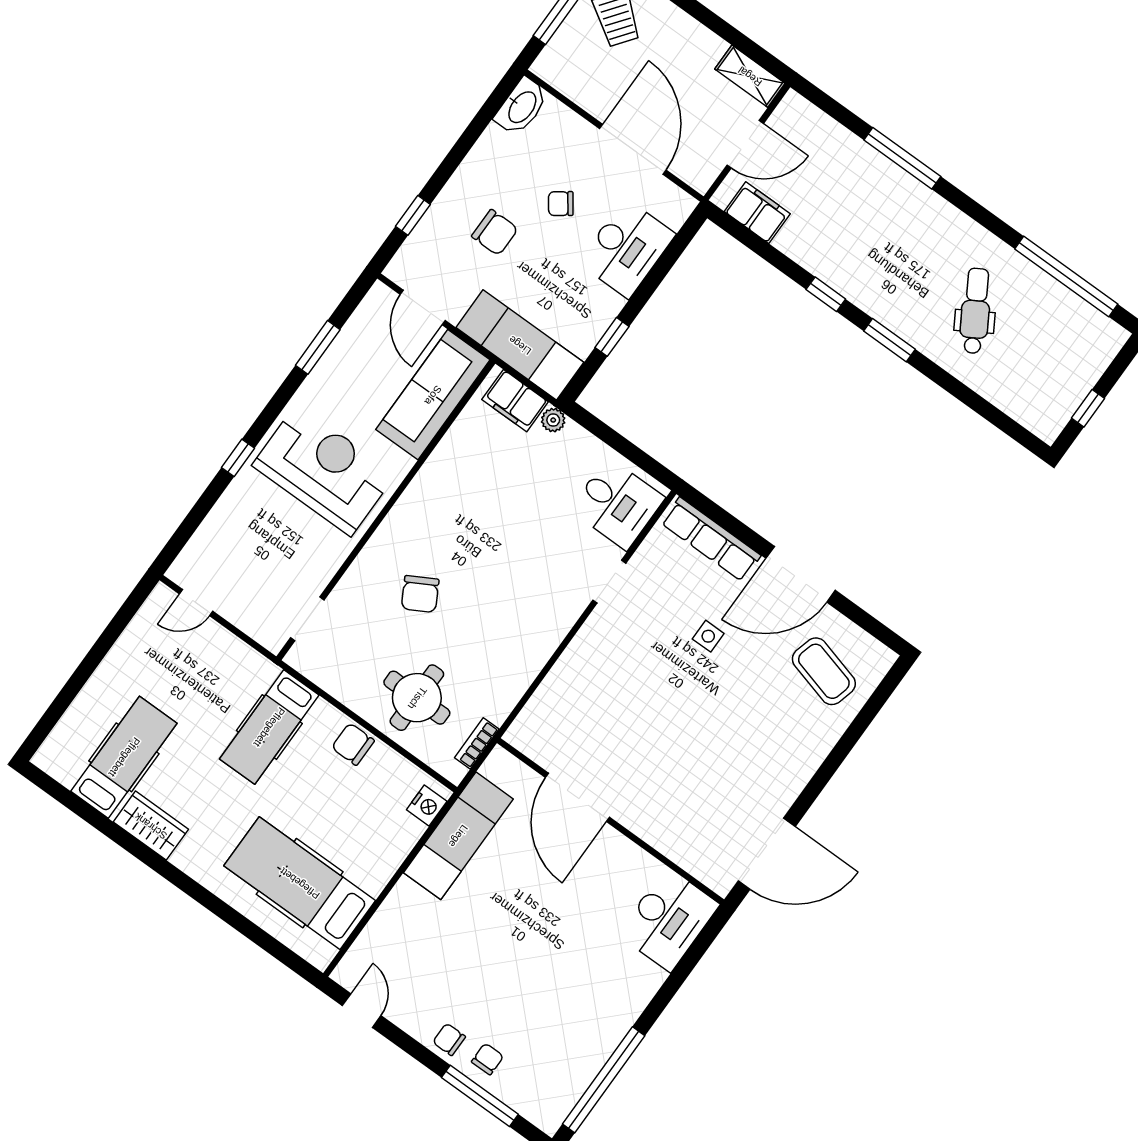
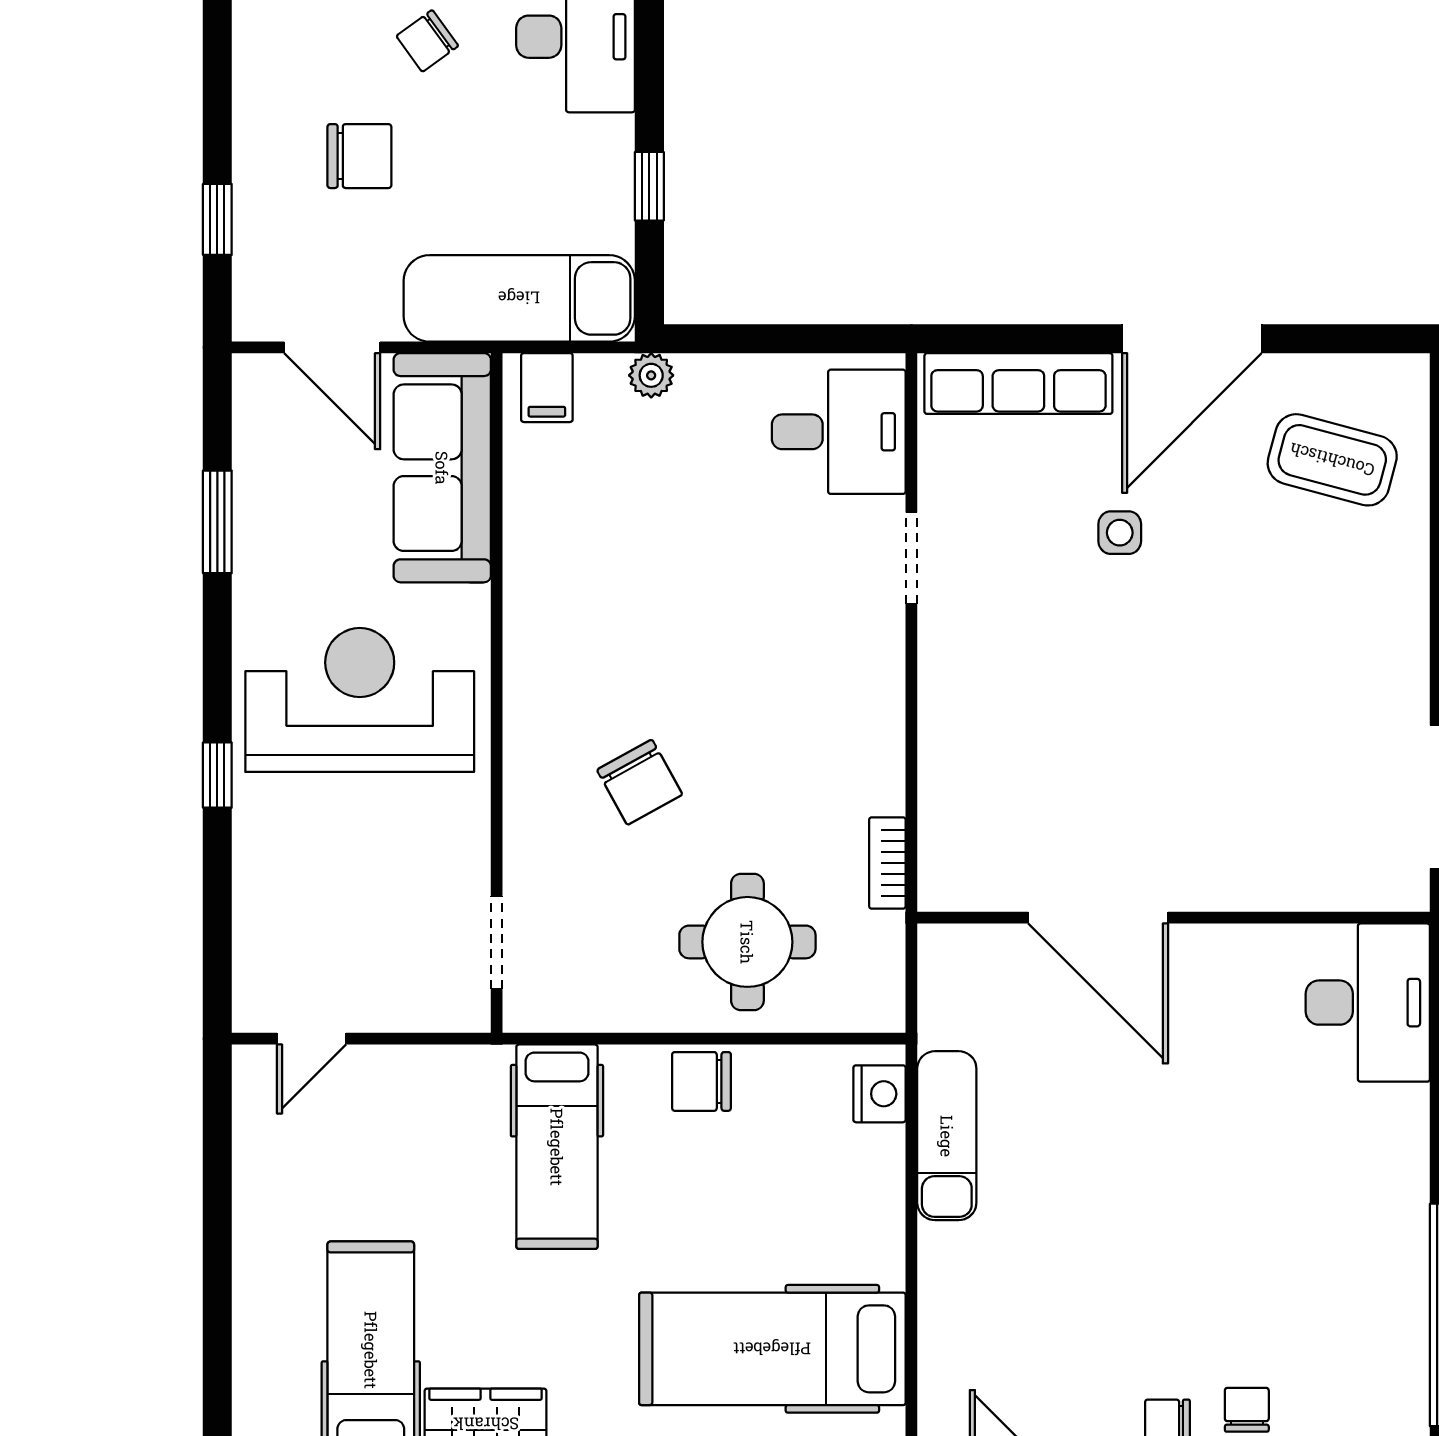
filing cabinet: (515, 401) -> (547, 388), width x0.50
bookcase: (477, 743) -> (887, 863), moved
exam couch: (458, 836) -> (947, 1136), width x0.73, depth x0.69

